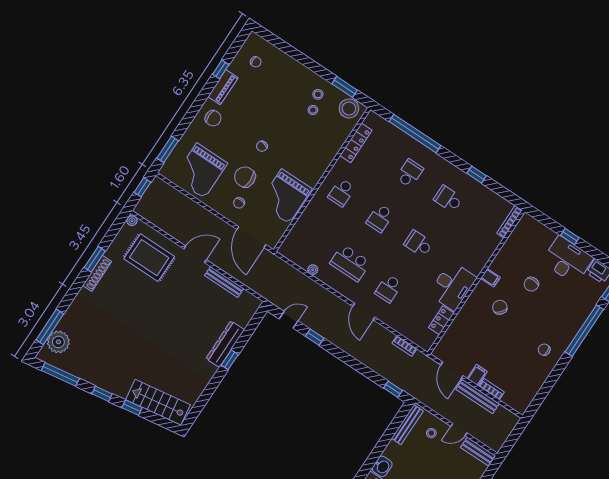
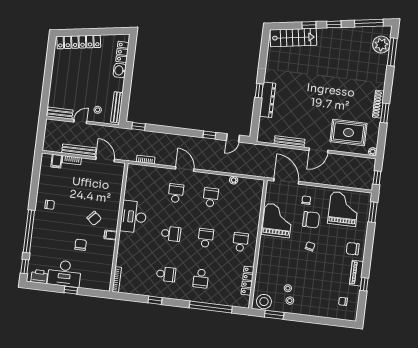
school desk: (350, 263) -> (211, 197), width x0.54
locker: (441, 320) -> (129, 190), removed
filing cabinet: (477, 375) -> (57, 161), moved

